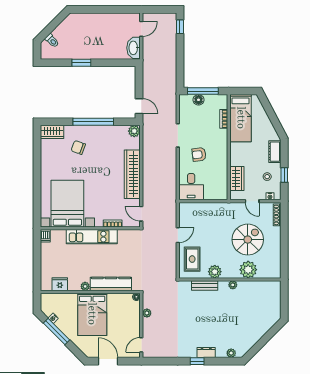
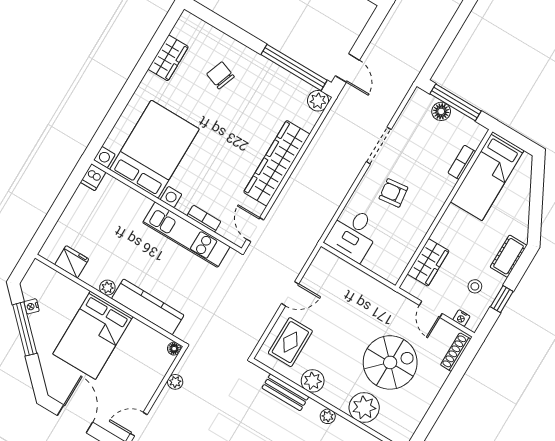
window: (93, 122) -> (294, 67), moved
wardrobe: (52, 132) -> (168, 58), moved, turned -90
kitchen unit: (92, 237) -> (186, 235), moved

